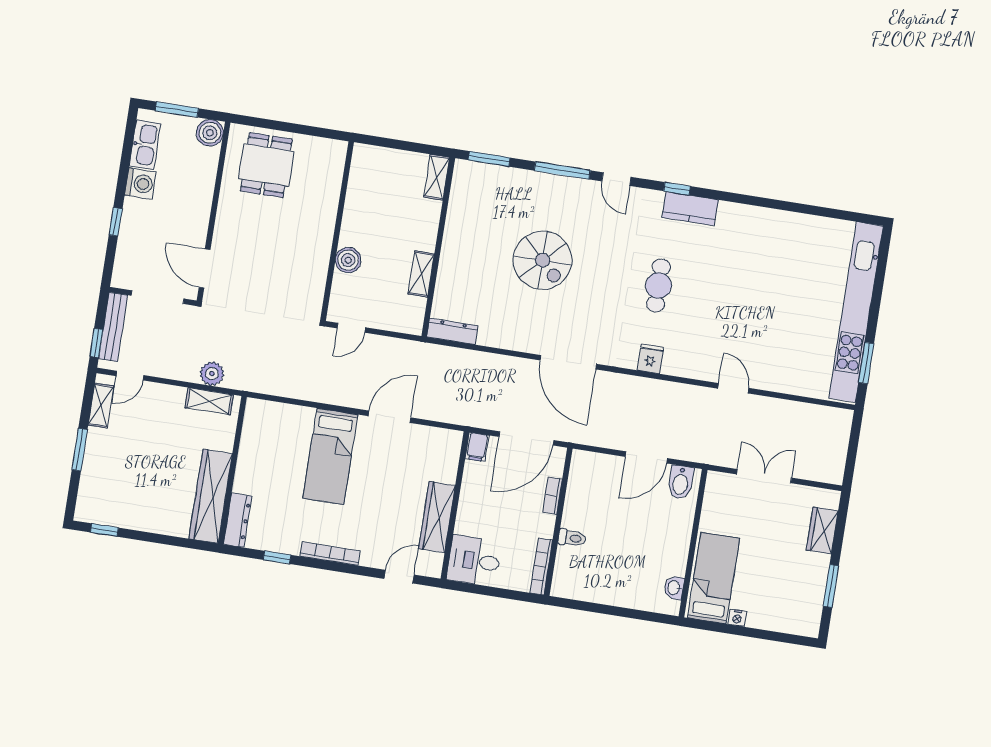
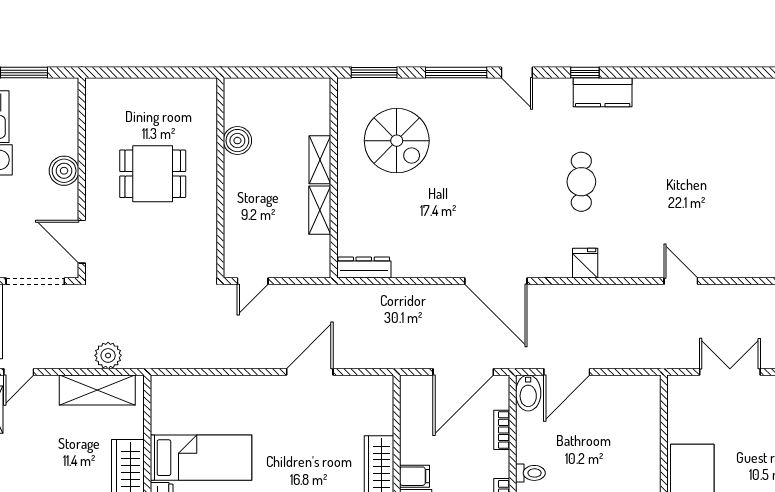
boiler: (210, 133) -> (64, 171), moved
dining table: (266, 165) -> (153, 174), moved, turned 90
shelving: (437, 177) -> (320, 160), moved
boiler: (348, 260) -> (237, 141), moved
spiral stairs: (543, 260) -> (397, 141), moved
shelving: (209, 401) -> (97, 390), width x1.50, depth x1.33
filing cabinet: (477, 447) -> (415, 476), moved, turned -90
bed: (330, 456) -> (201, 458), moved, turned -90
door: (646, 457) -> (567, 372), moved
bidet: (681, 482) -> (528, 393), moved

